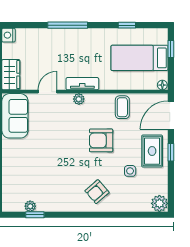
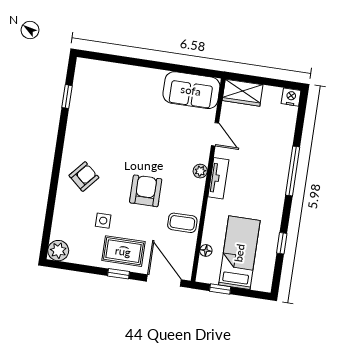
window: (171, 49) -> (220, 289), moved
floor lamp: (162, 85) -> (206, 250), moved
armchair: (97, 192) -> (84, 176), turned 82
plant: (30, 206) -> (78, 92), removed

